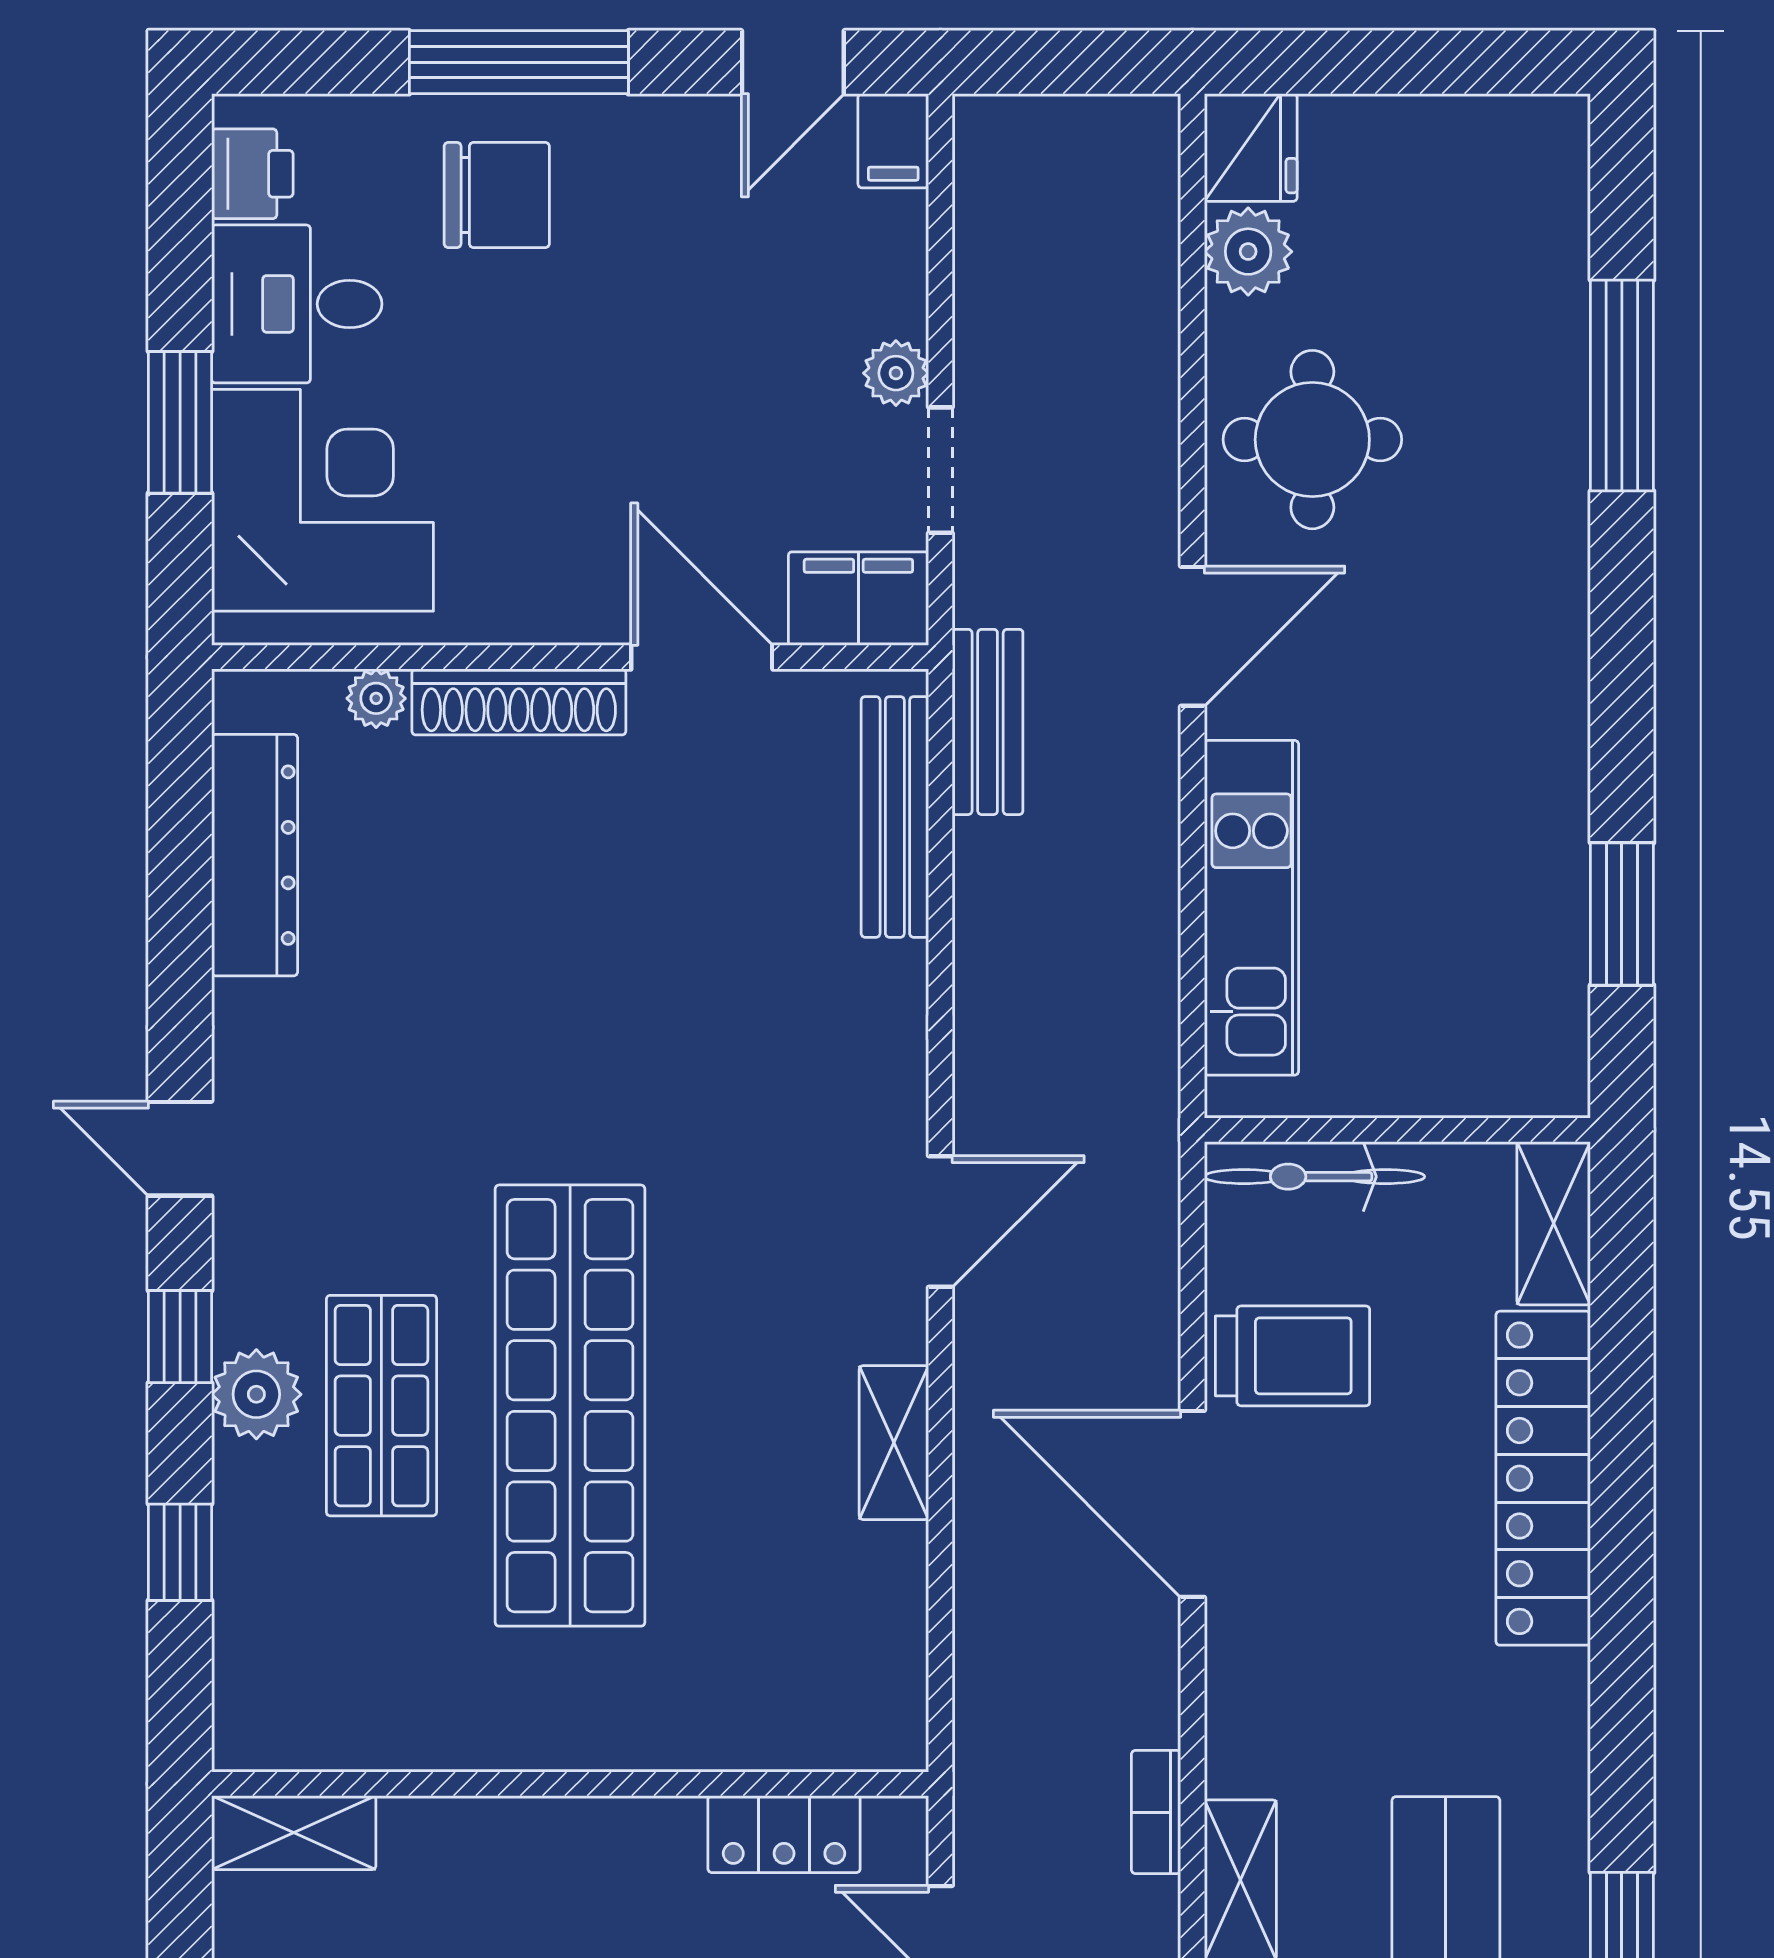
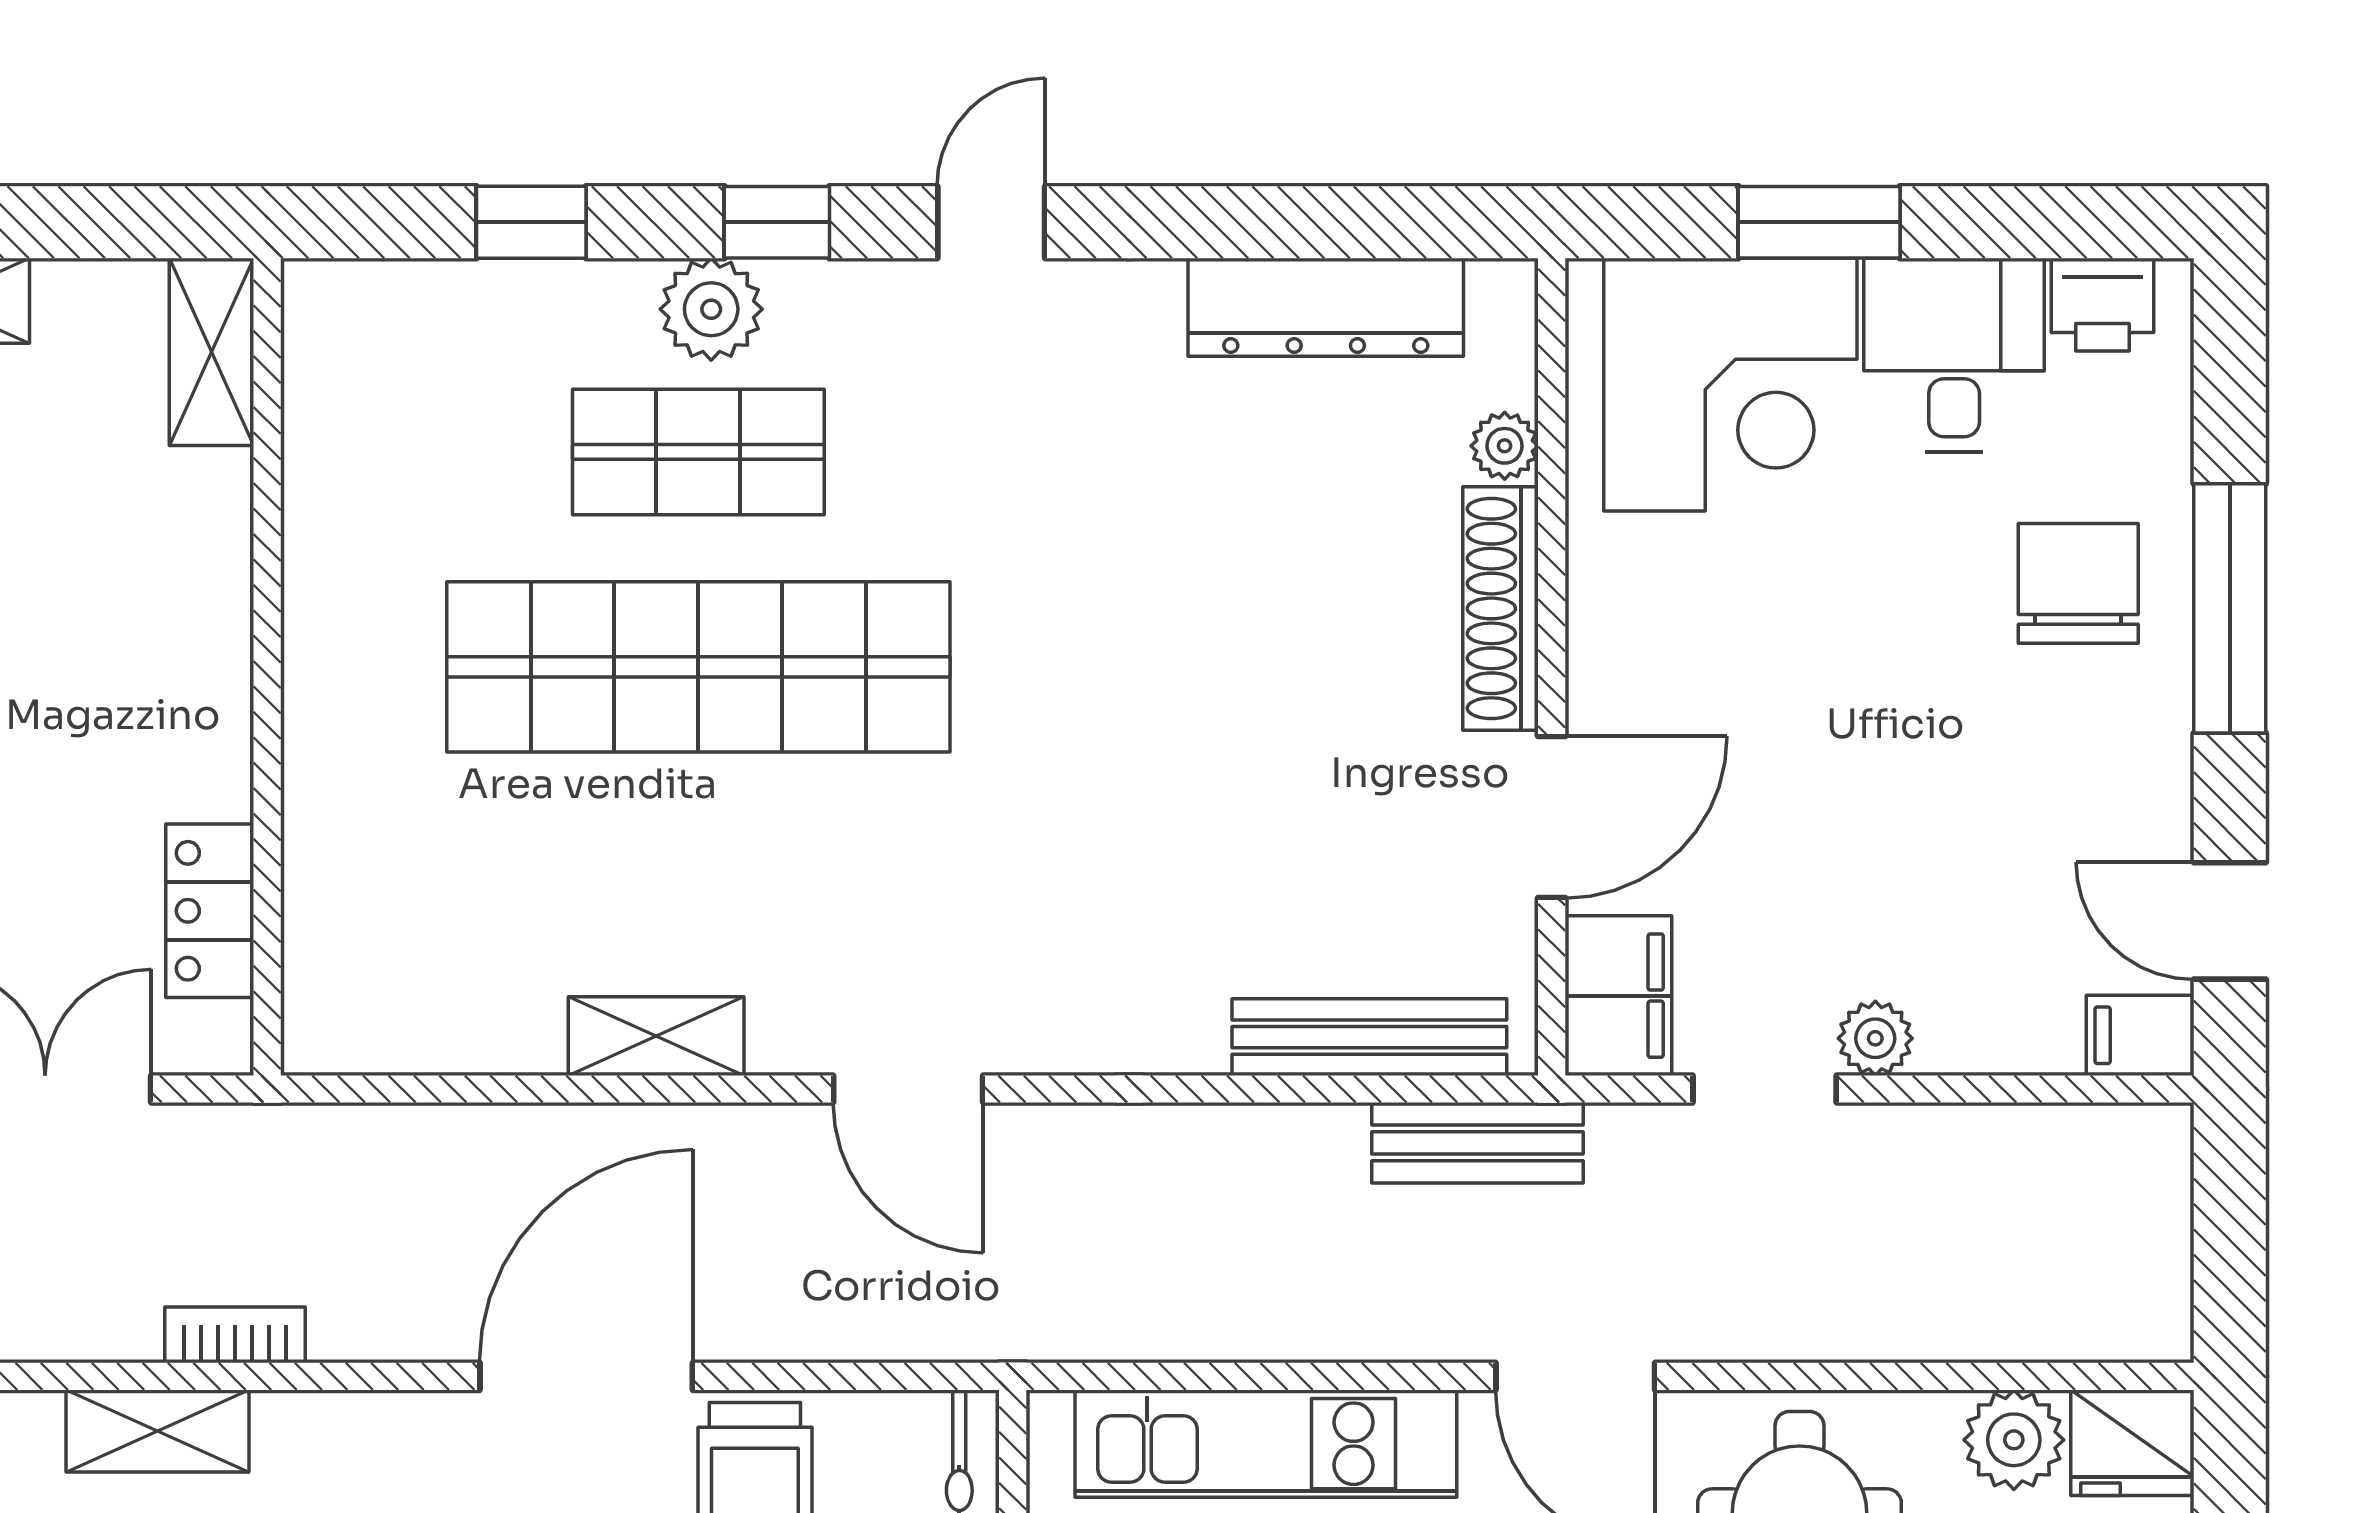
chair: (497, 195) -> (2078, 583), turned 180

